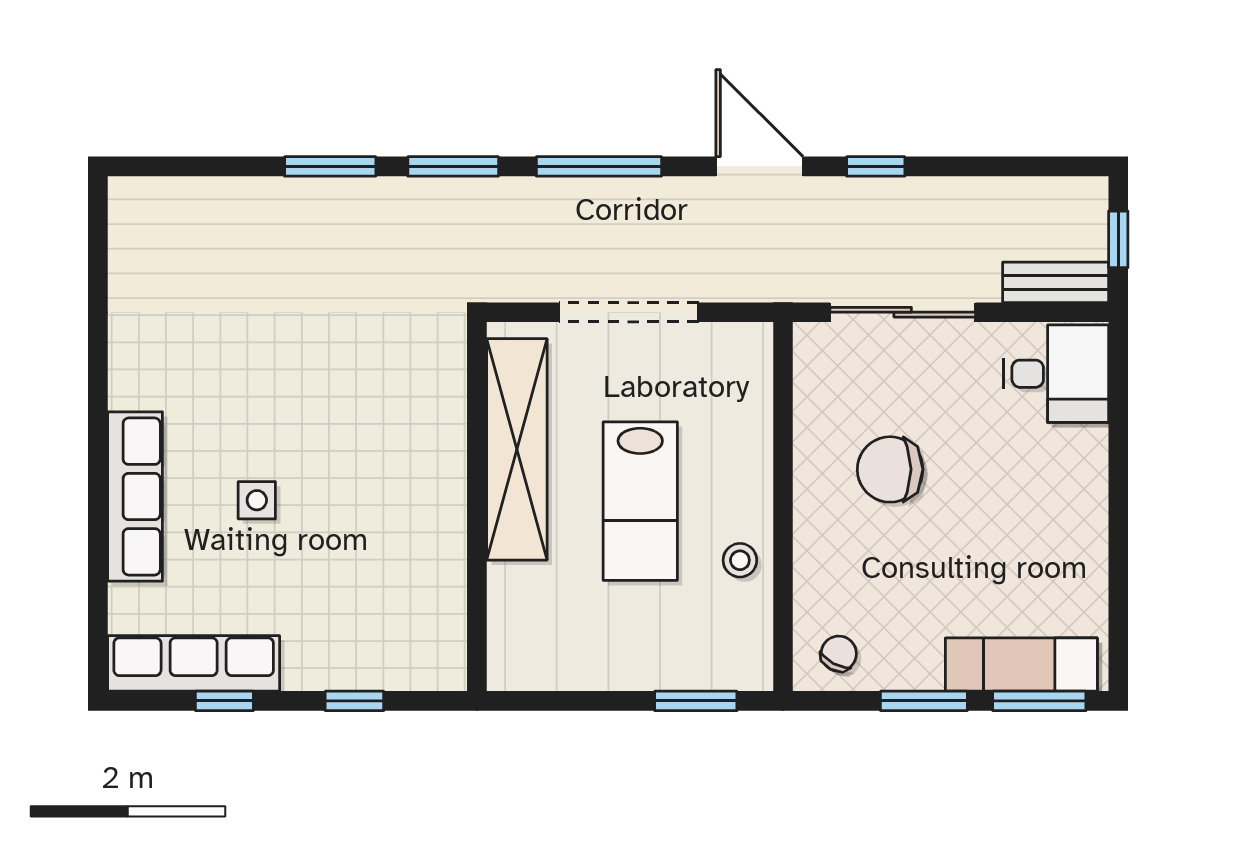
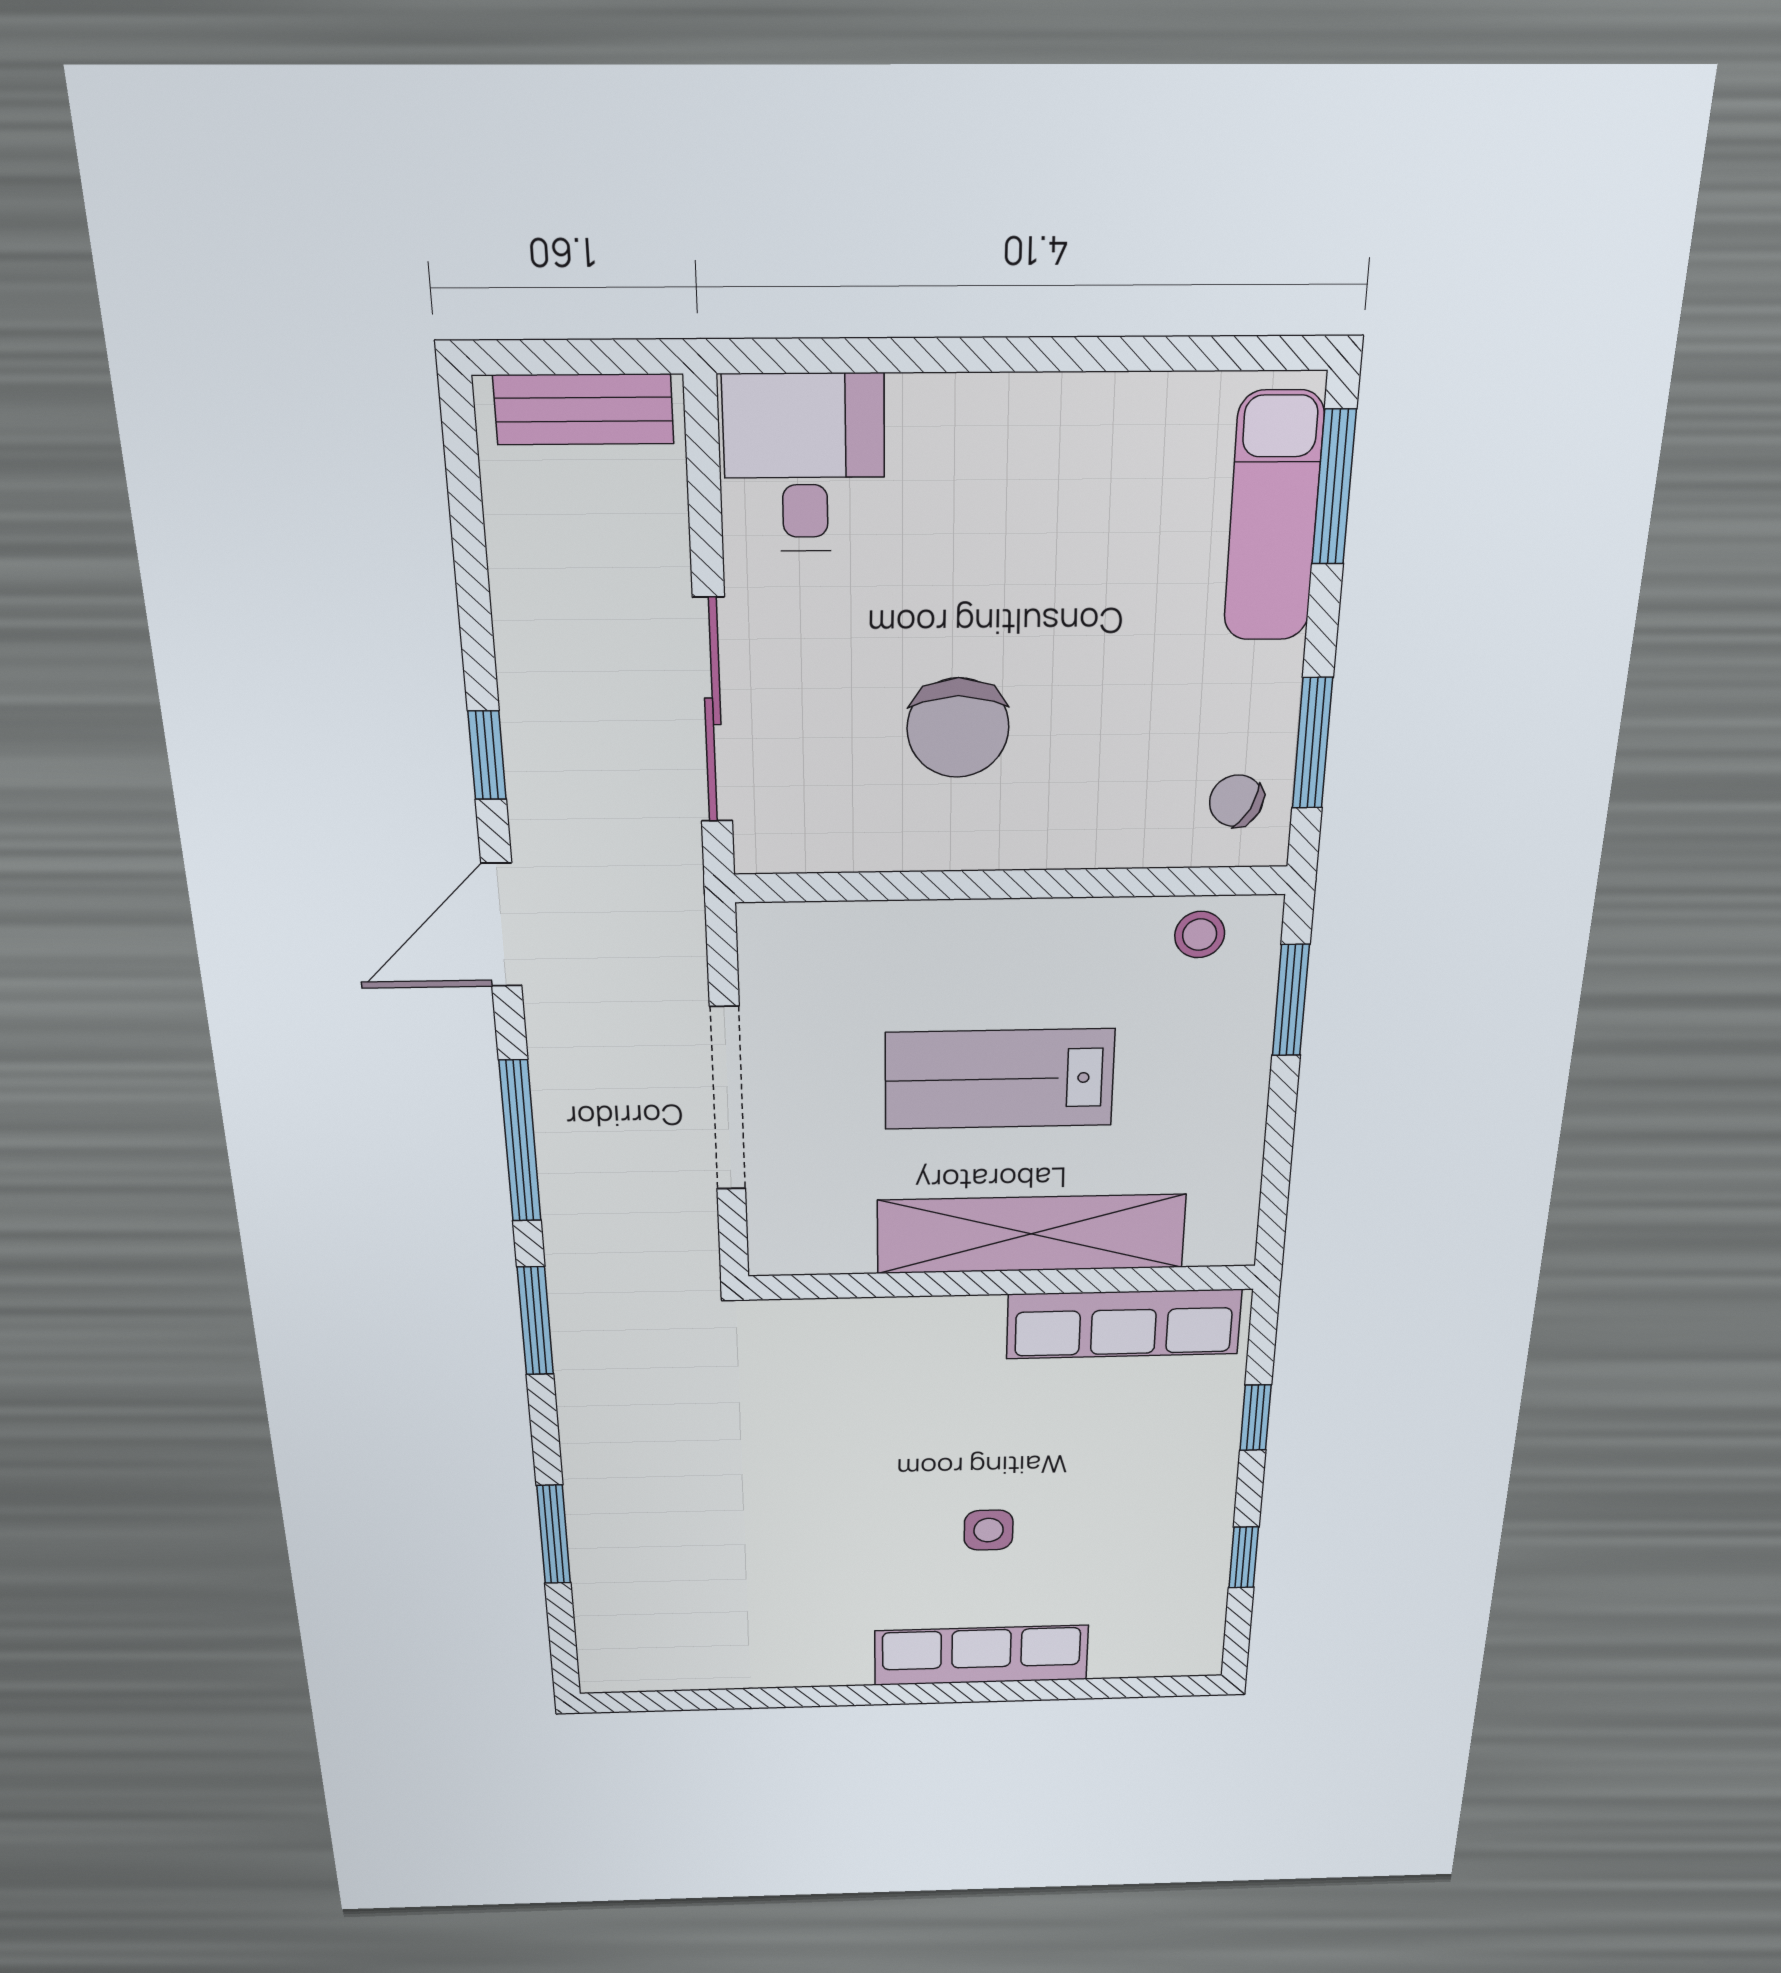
window: (330, 166) -> (554, 1535), moved
window: (1118, 239) -> (576, 357), removed
bench: (1056, 282) -> (584, 409), moved, turned 90
shelving: (517, 449) -> (1031, 1234), moved
lab bench: (640, 501) -> (999, 1079), turned 180
stool: (740, 560) -> (1200, 935), moved
row of seats: (194, 663) -> (1124, 1324), moved, turned -90
window: (924, 701) -> (1312, 743), moved

